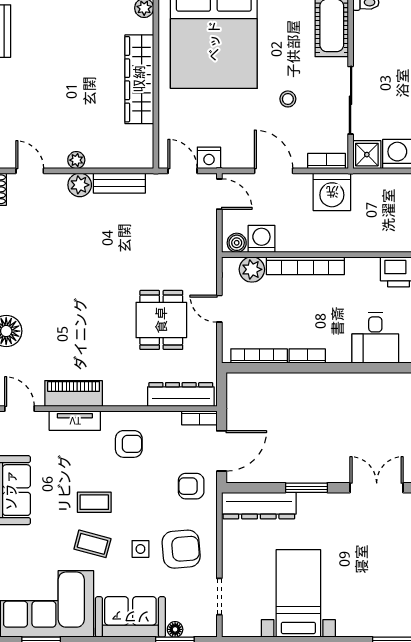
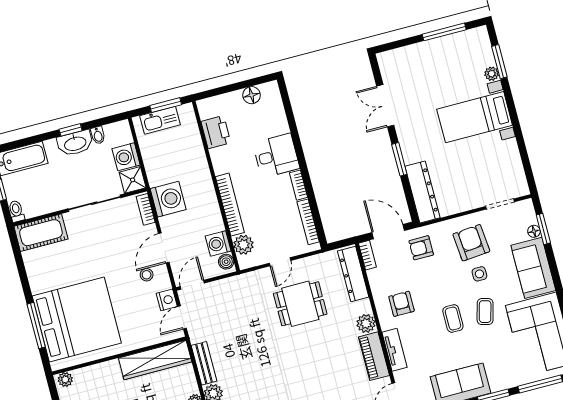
wardrobe: (139, 79) -> (155, 360), moved
stool: (288, 99) -> (147, 275), moved
desk: (375, 338) -> (276, 156), moved
plant: (116, 394) -> (366, 323), added
armchair: (191, 486) -> (421, 248), turned 90
bed with nightstands: (298, 593) -> (475, 117), moved
plant: (382, 628) -> (492, 74), added

